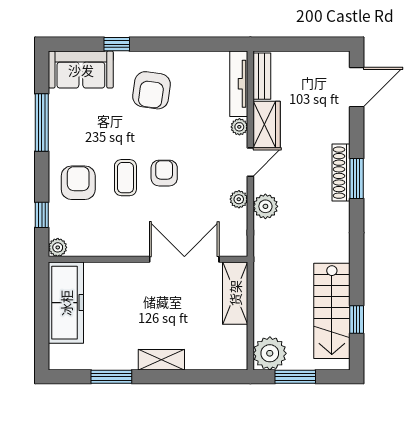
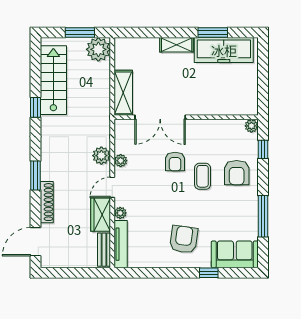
armchair: (164, 173) -> (175, 162), moved
shoe rack: (341, 173) -> (47, 202), moved
freezer: (66, 303) -> (224, 50), moved, turned -90
window: (357, 319) -> (36, 107), moved

